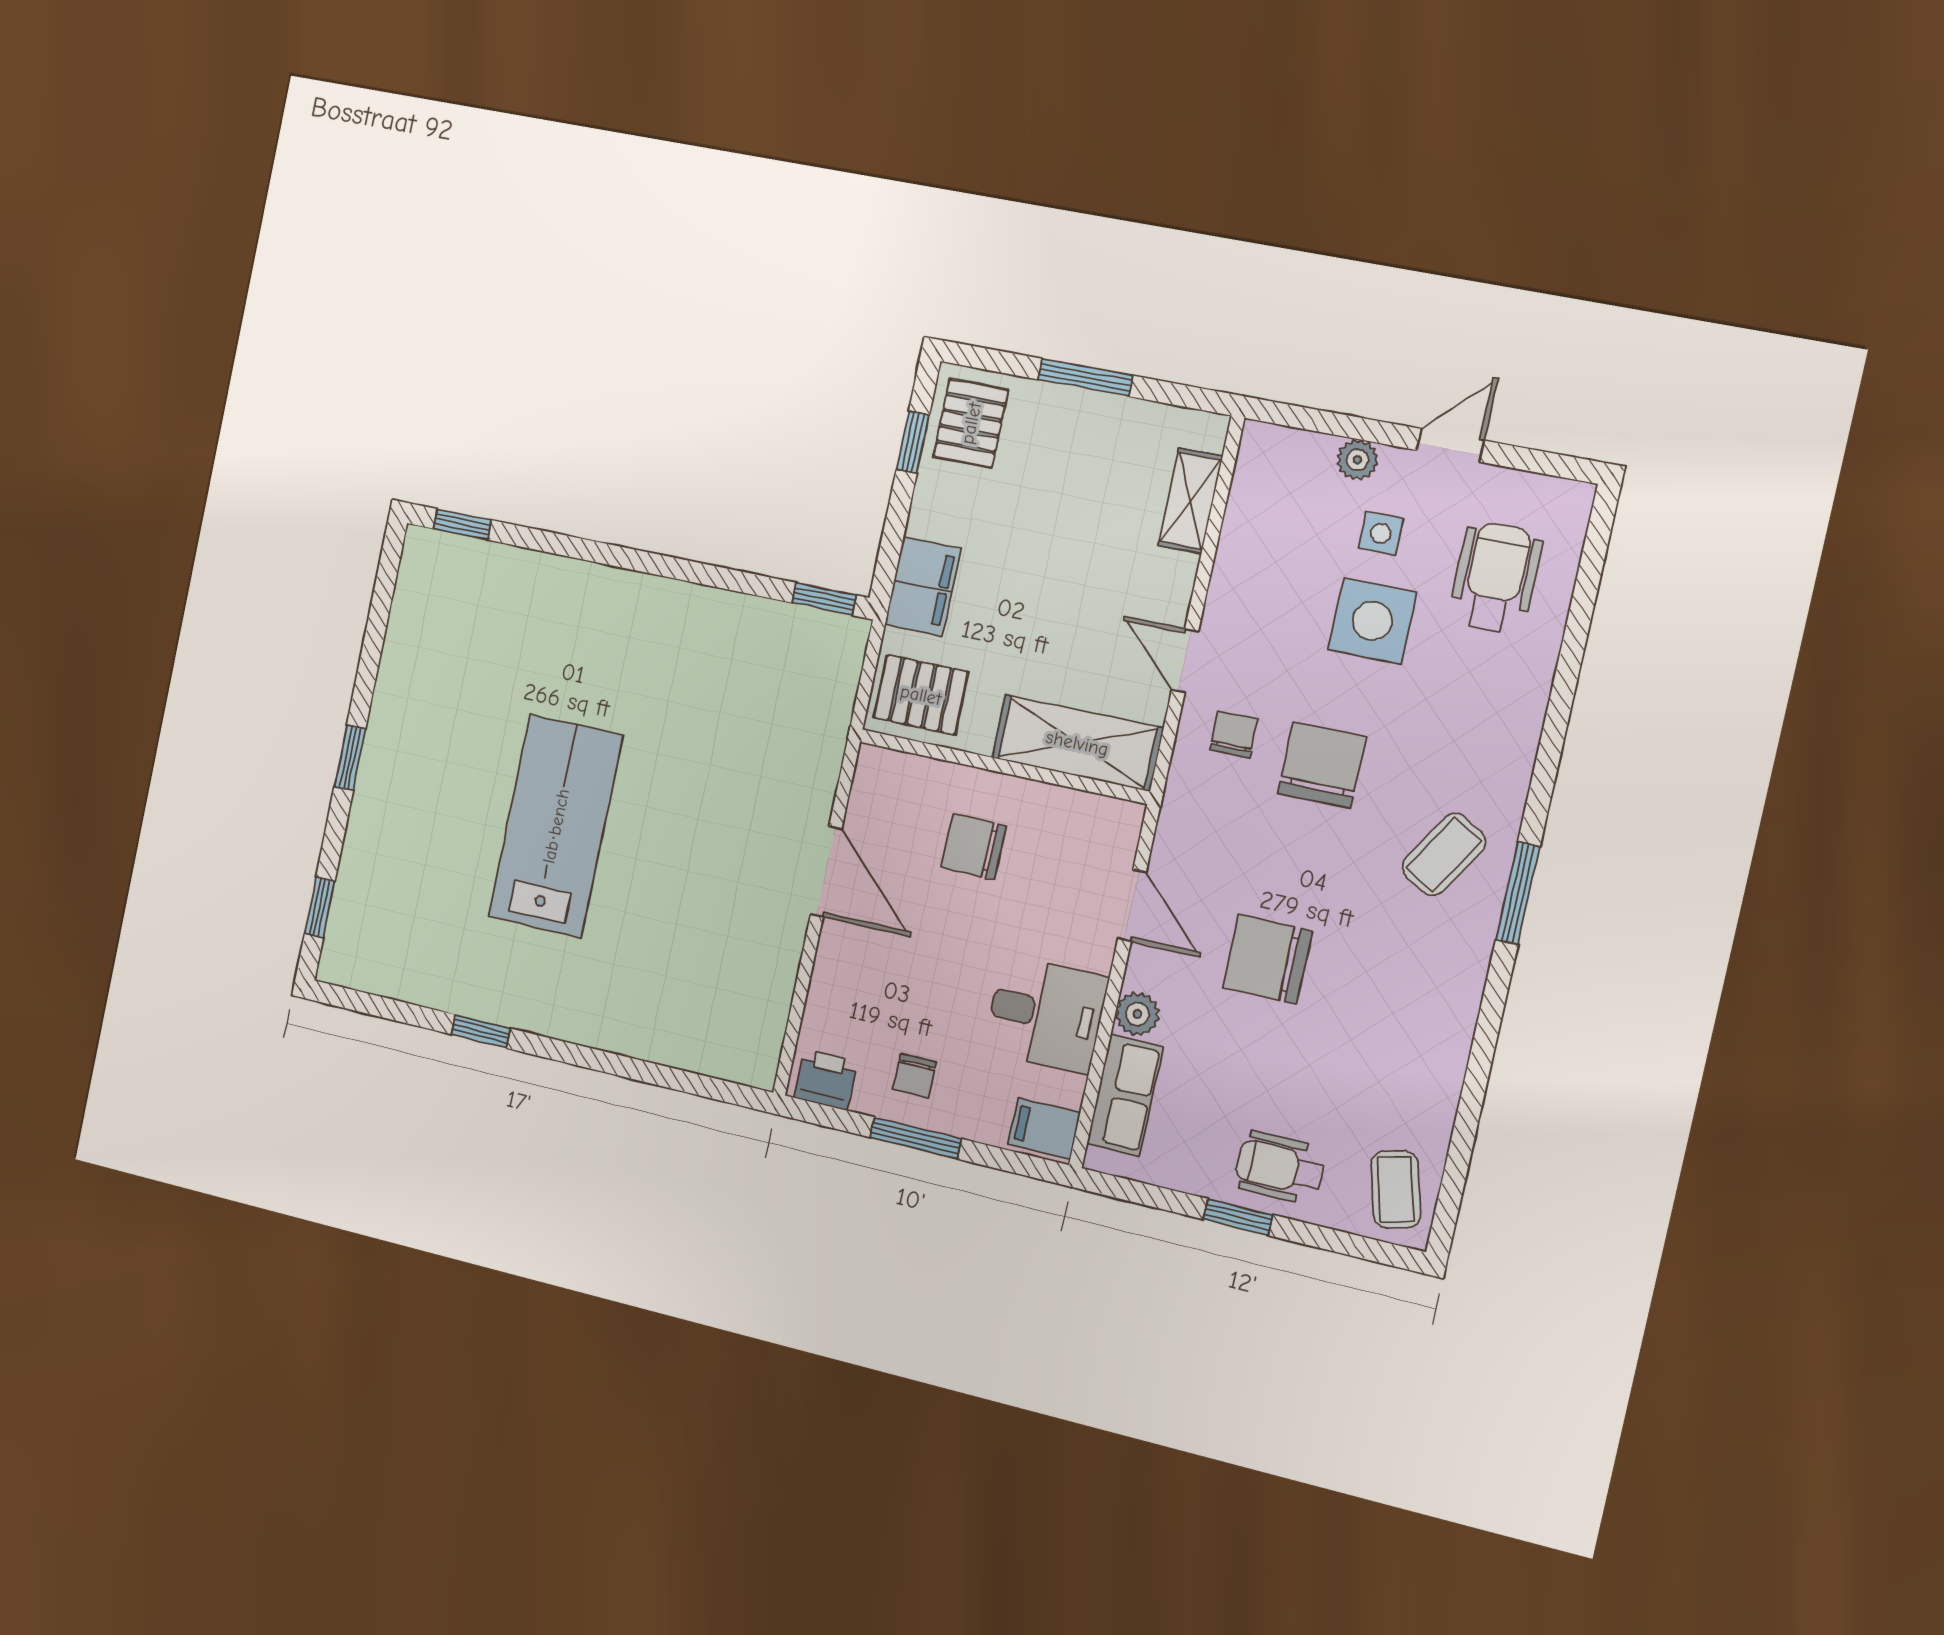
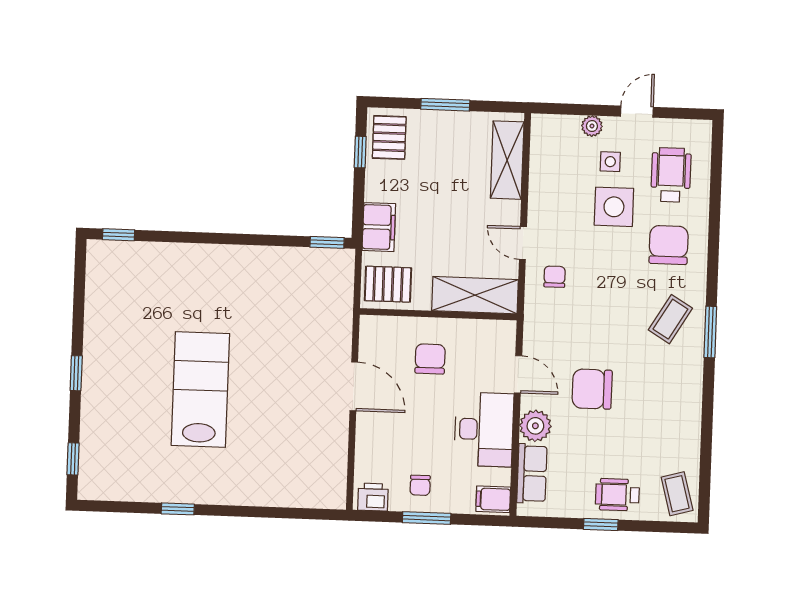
shelving: (1190, 501) -> (507, 160), width x1.50, depth x1.33
chair: (1322, 765) -> (669, 245), moved
chair: (974, 847) -> (430, 359), turned 89
desk: (1046, 1014) -> (484, 429), width x1.37
plant: (1137, 1014) -> (535, 426), width x1.38, depth x1.38

